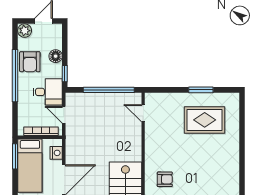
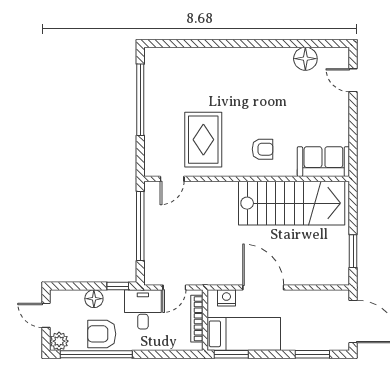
armchair: (30, 62) -> (102, 334), turned 180
window: (15, 76) -> (96, 354), moved
window: (201, 90) -> (140, 100), width x2.11
rug: (205, 120) -> (203, 140), moved
armchair: (165, 179) -> (263, 149), turned 90

